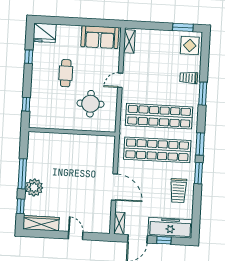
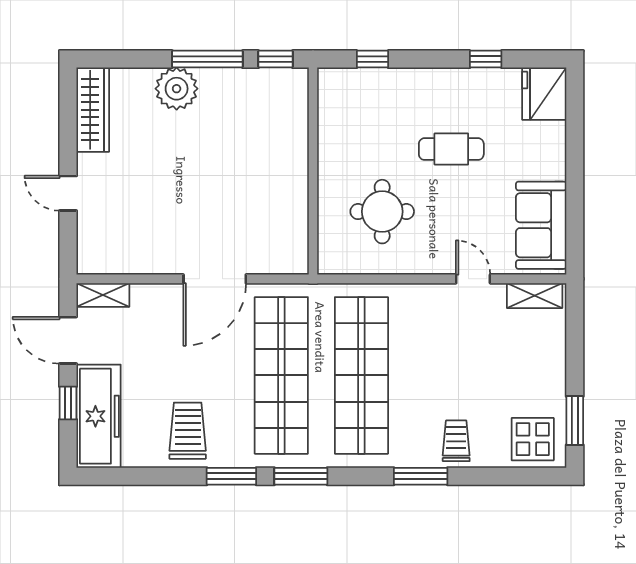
door: (120, 80) -> (473, 279), moved
door: (114, 187) -> (215, 279), moved
trolley: (178, 191) -> (188, 431), turned 90
window: (21, 206) -> (275, 59), moved
door: (76, 236) -> (68, 193), swing flipped

